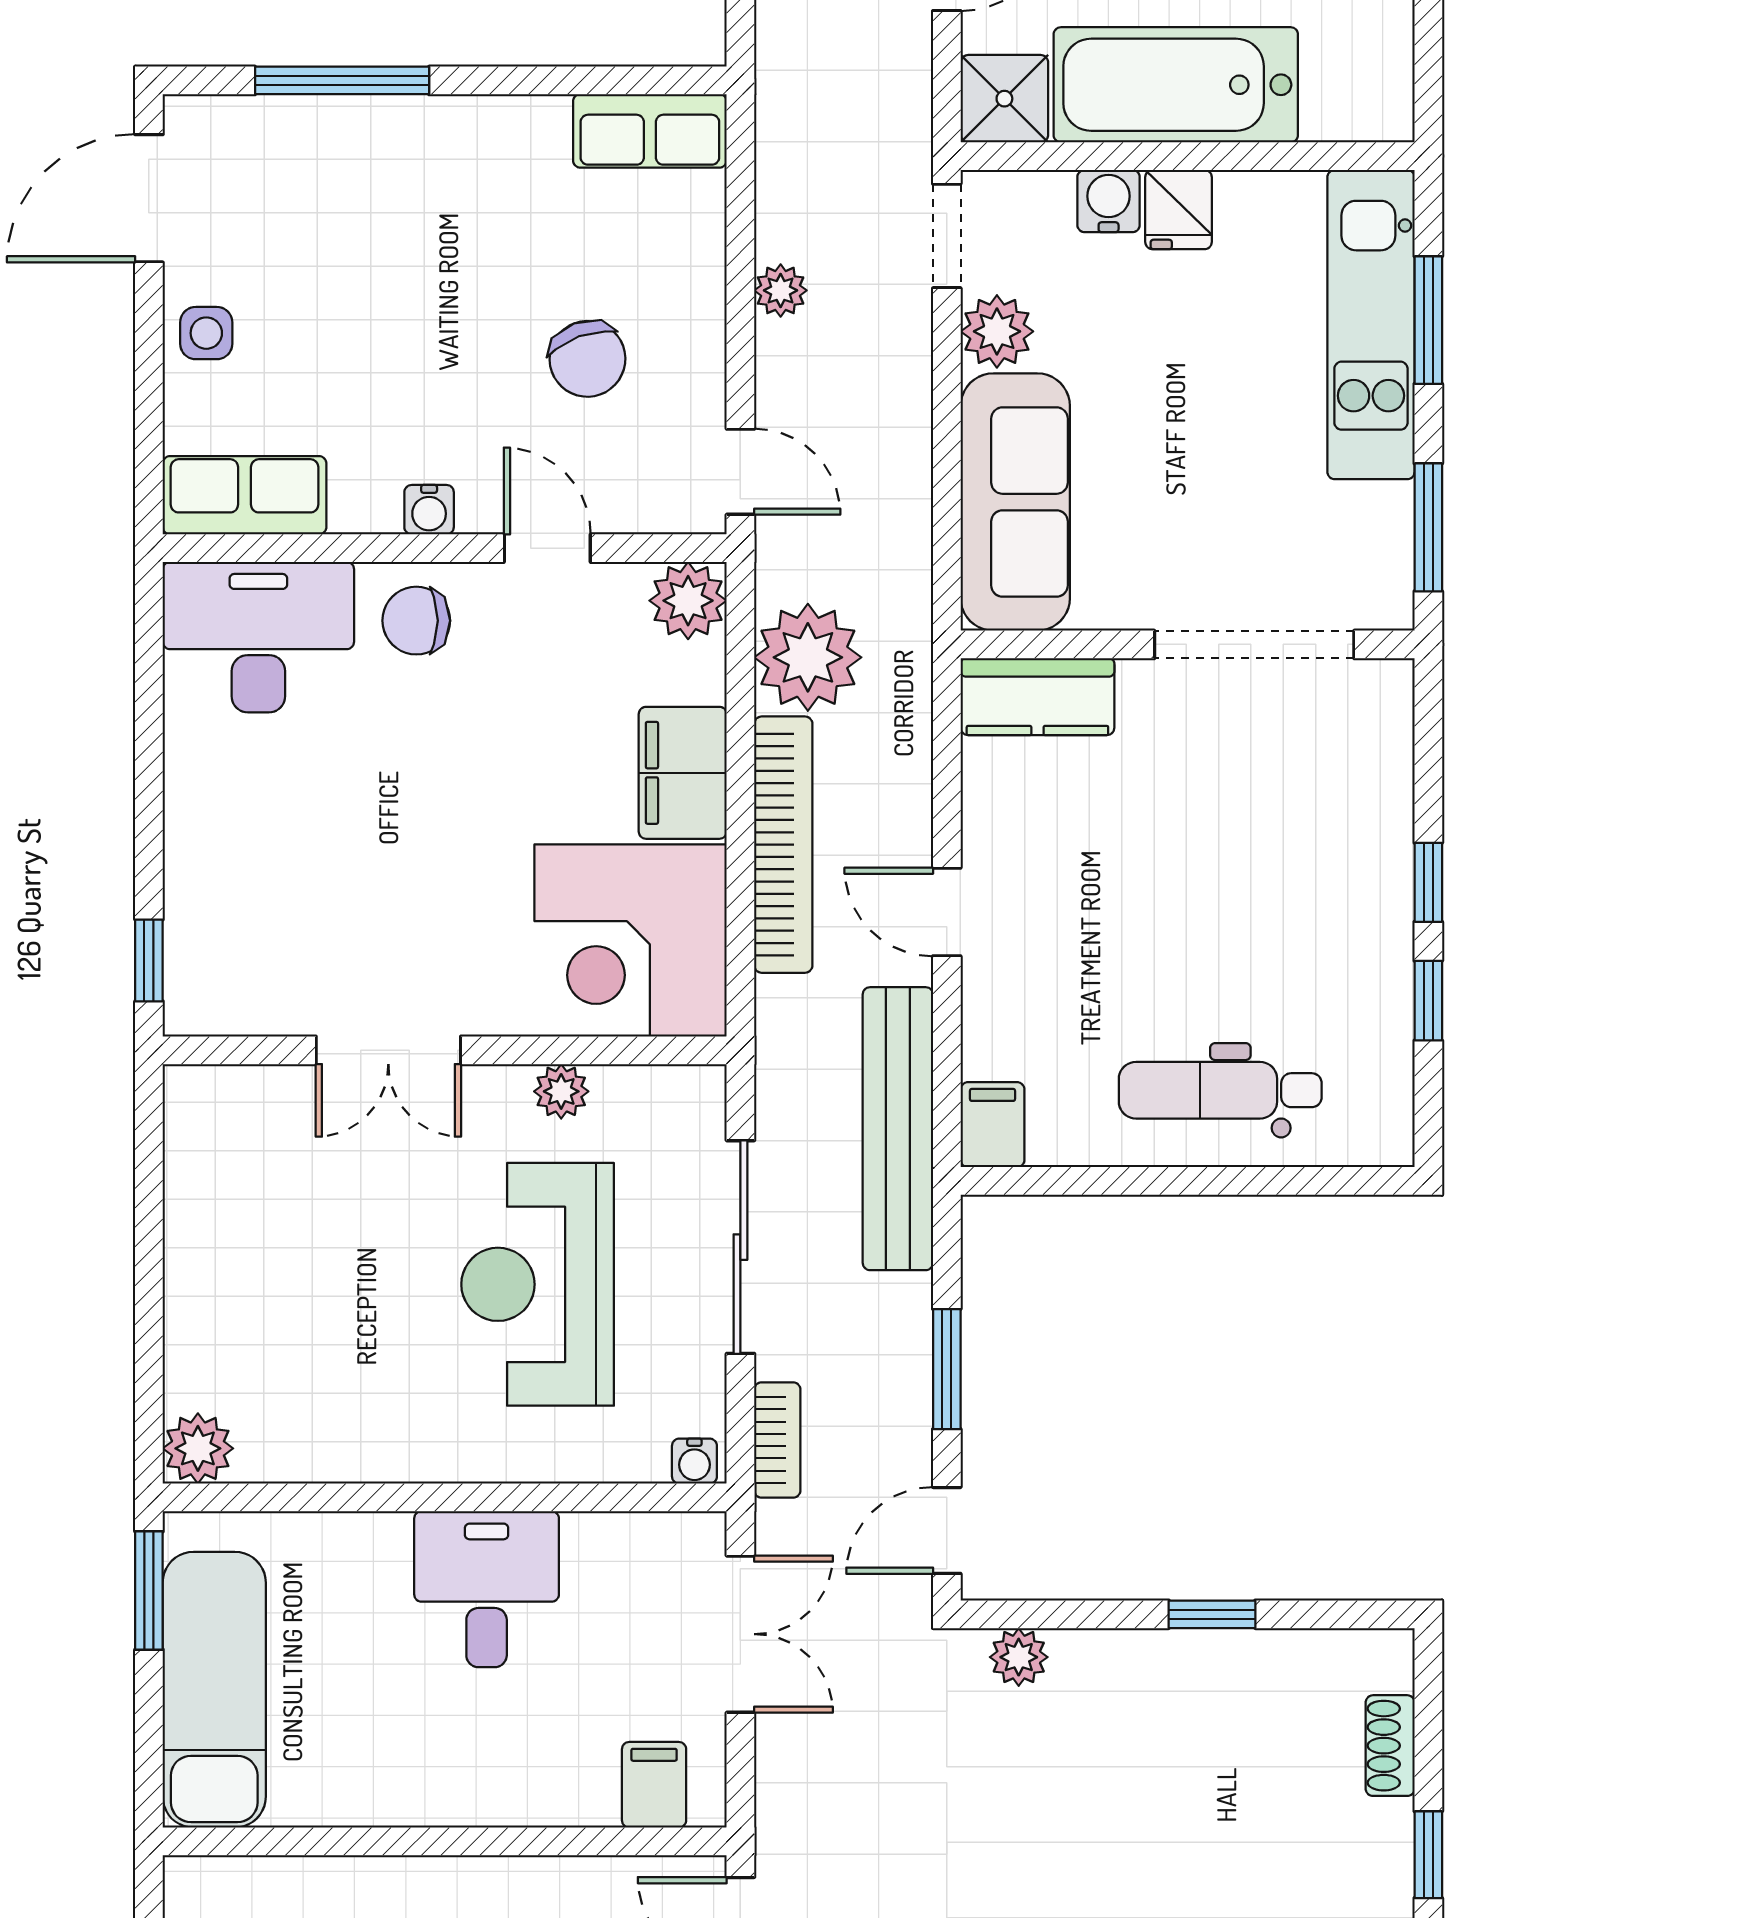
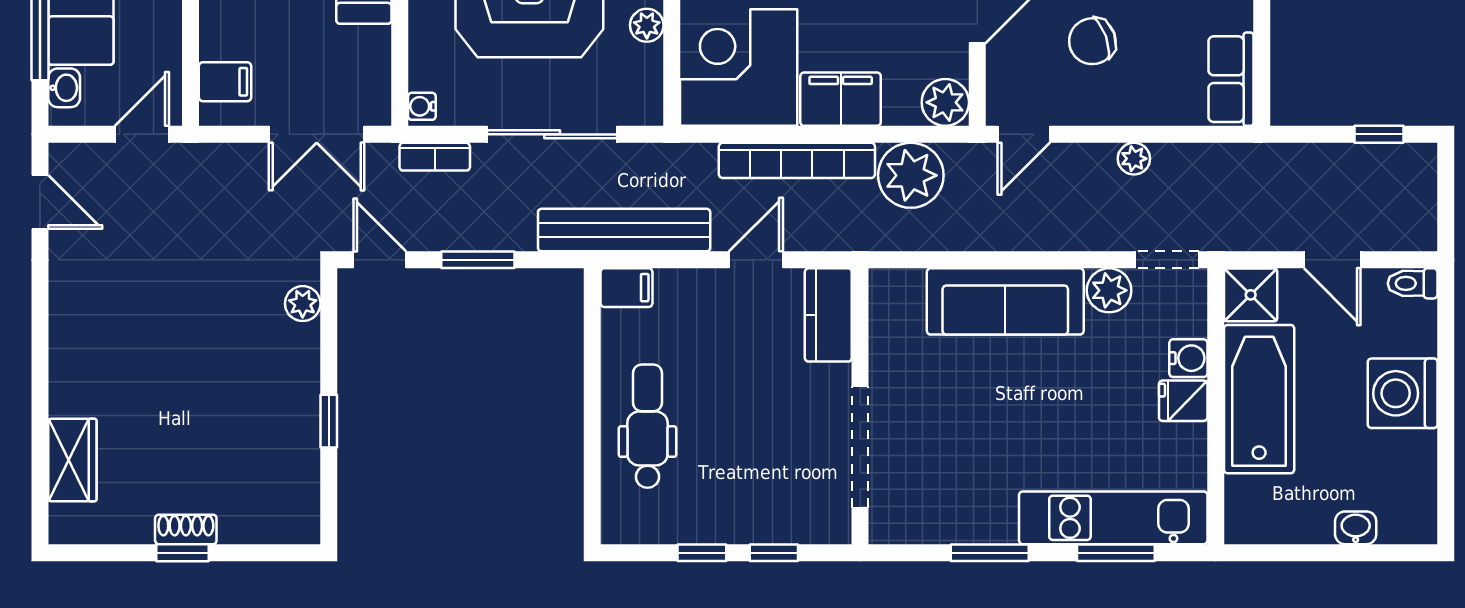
wall: (1188, 644) -> (860, 406), moved
doorway: (1254, 644) -> (860, 447), moved
kitchen counter: (1037, 697) -> (828, 315), moved
shoe rack: (1390, 1746) -> (186, 529), moved

